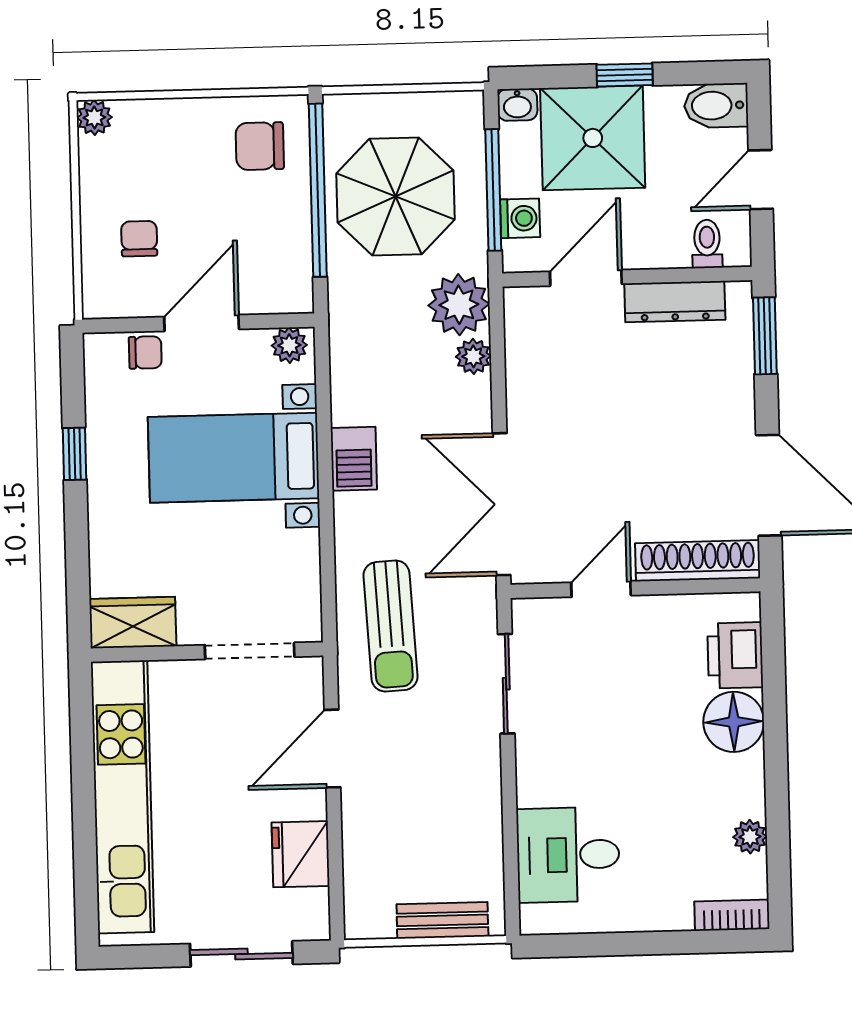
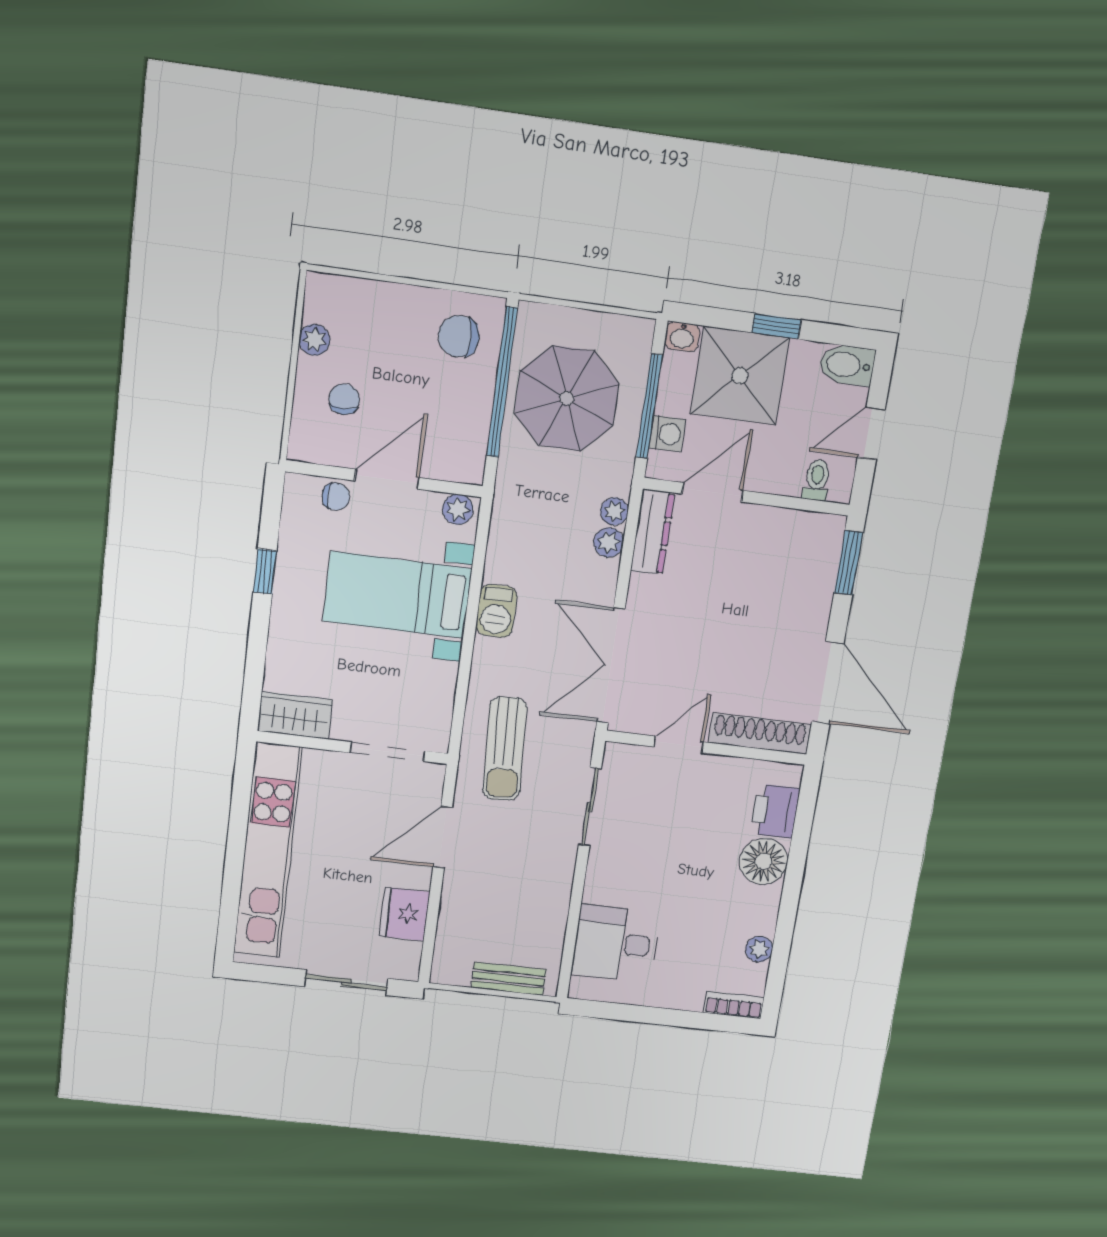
plant: (94, 118) -> (314, 340), moved
dresser: (675, 302) -> (653, 532), moved, turned -90
plant: (459, 305) -> (614, 511), width x0.53, depth x0.53

